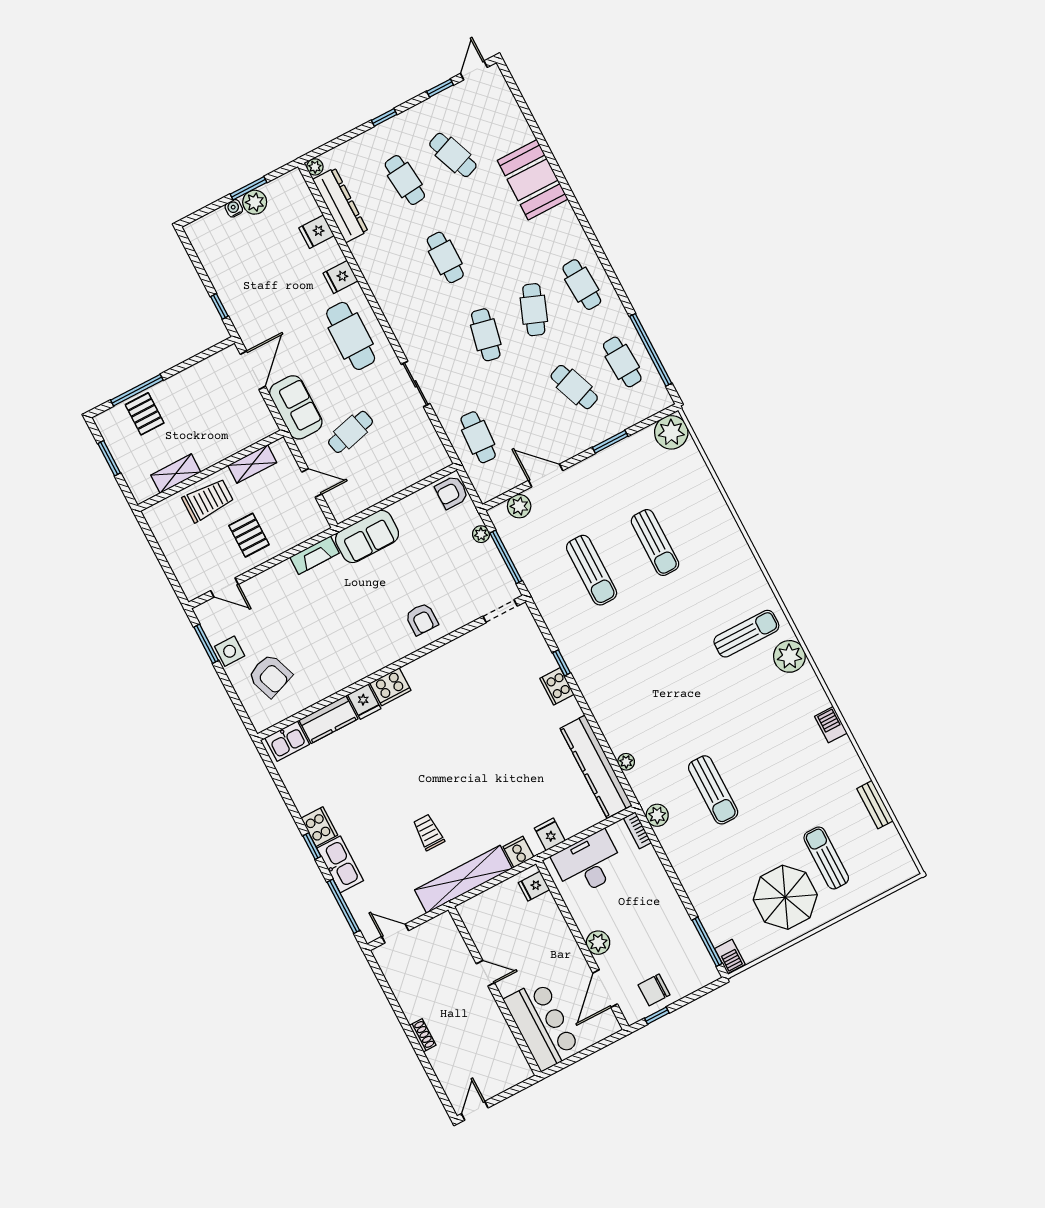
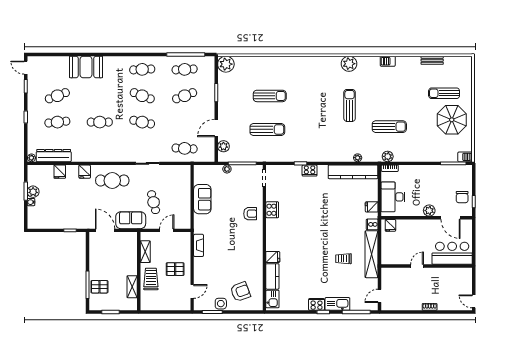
armchair: (452, 492) -> (202, 172), removed
sofa: (367, 536) -> (202, 199), moved
sun lounger: (746, 634) -> (350, 105), moved
cooker: (390, 687) -> (272, 210), moved

